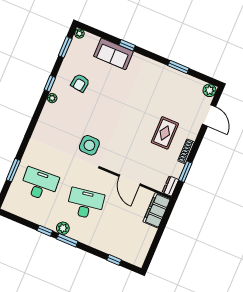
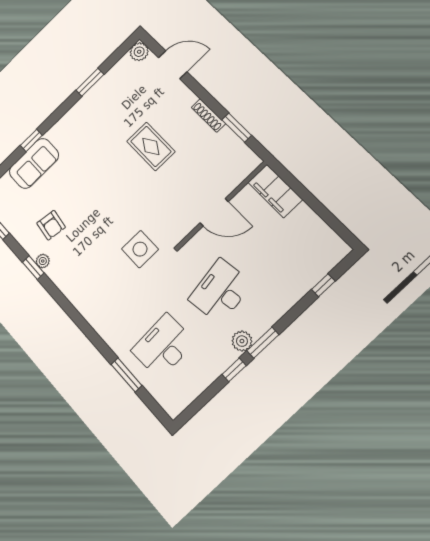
plant: (52, 98) -> (43, 261), moved
rug: (165, 133) -> (151, 146), moved
dresser: (170, 186) -> (248, 157), removed

